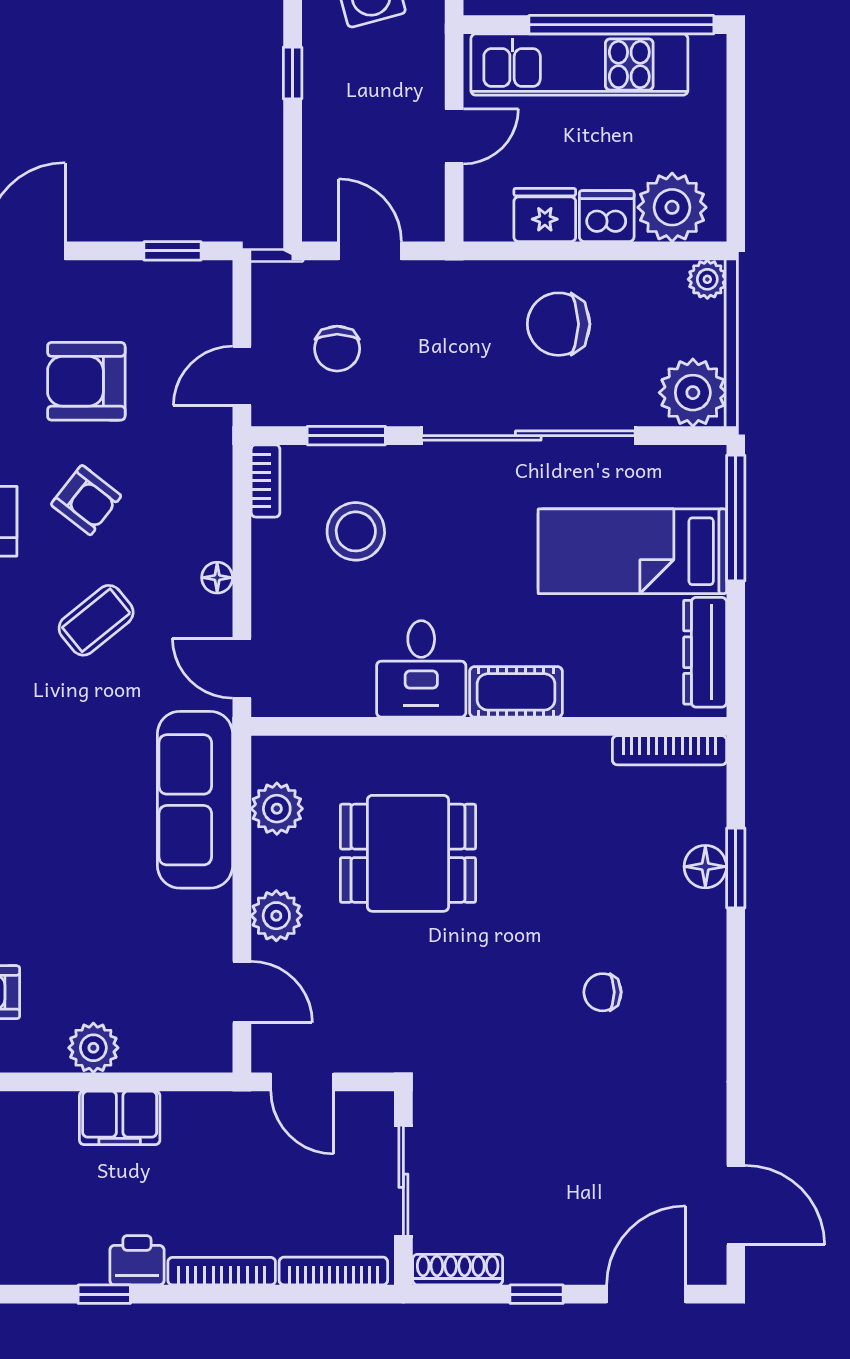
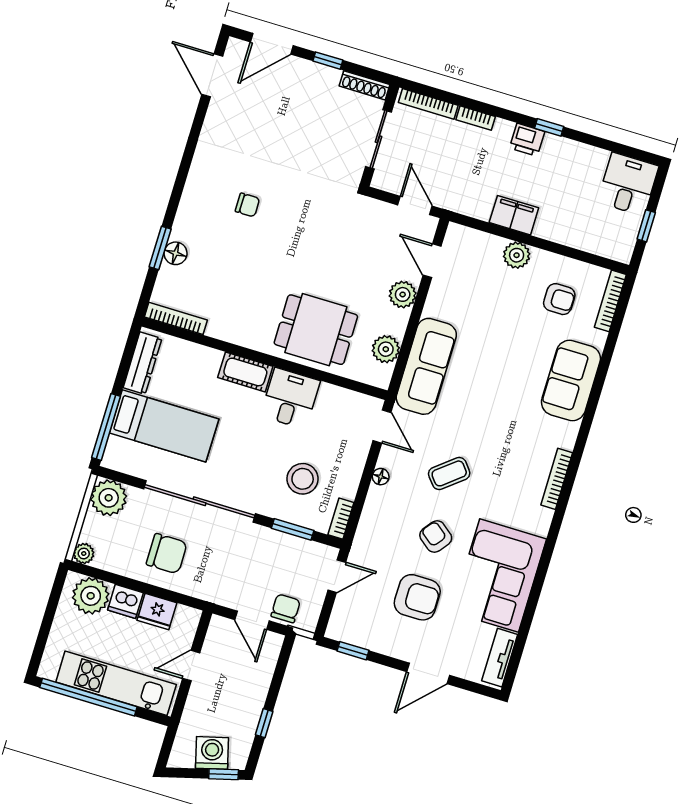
chair: (337, 349) -> (286, 608), moved
dining table: (408, 853) -> (316, 330), moved
bookcase: (222, 1271) -> (476, 118), width x0.64

